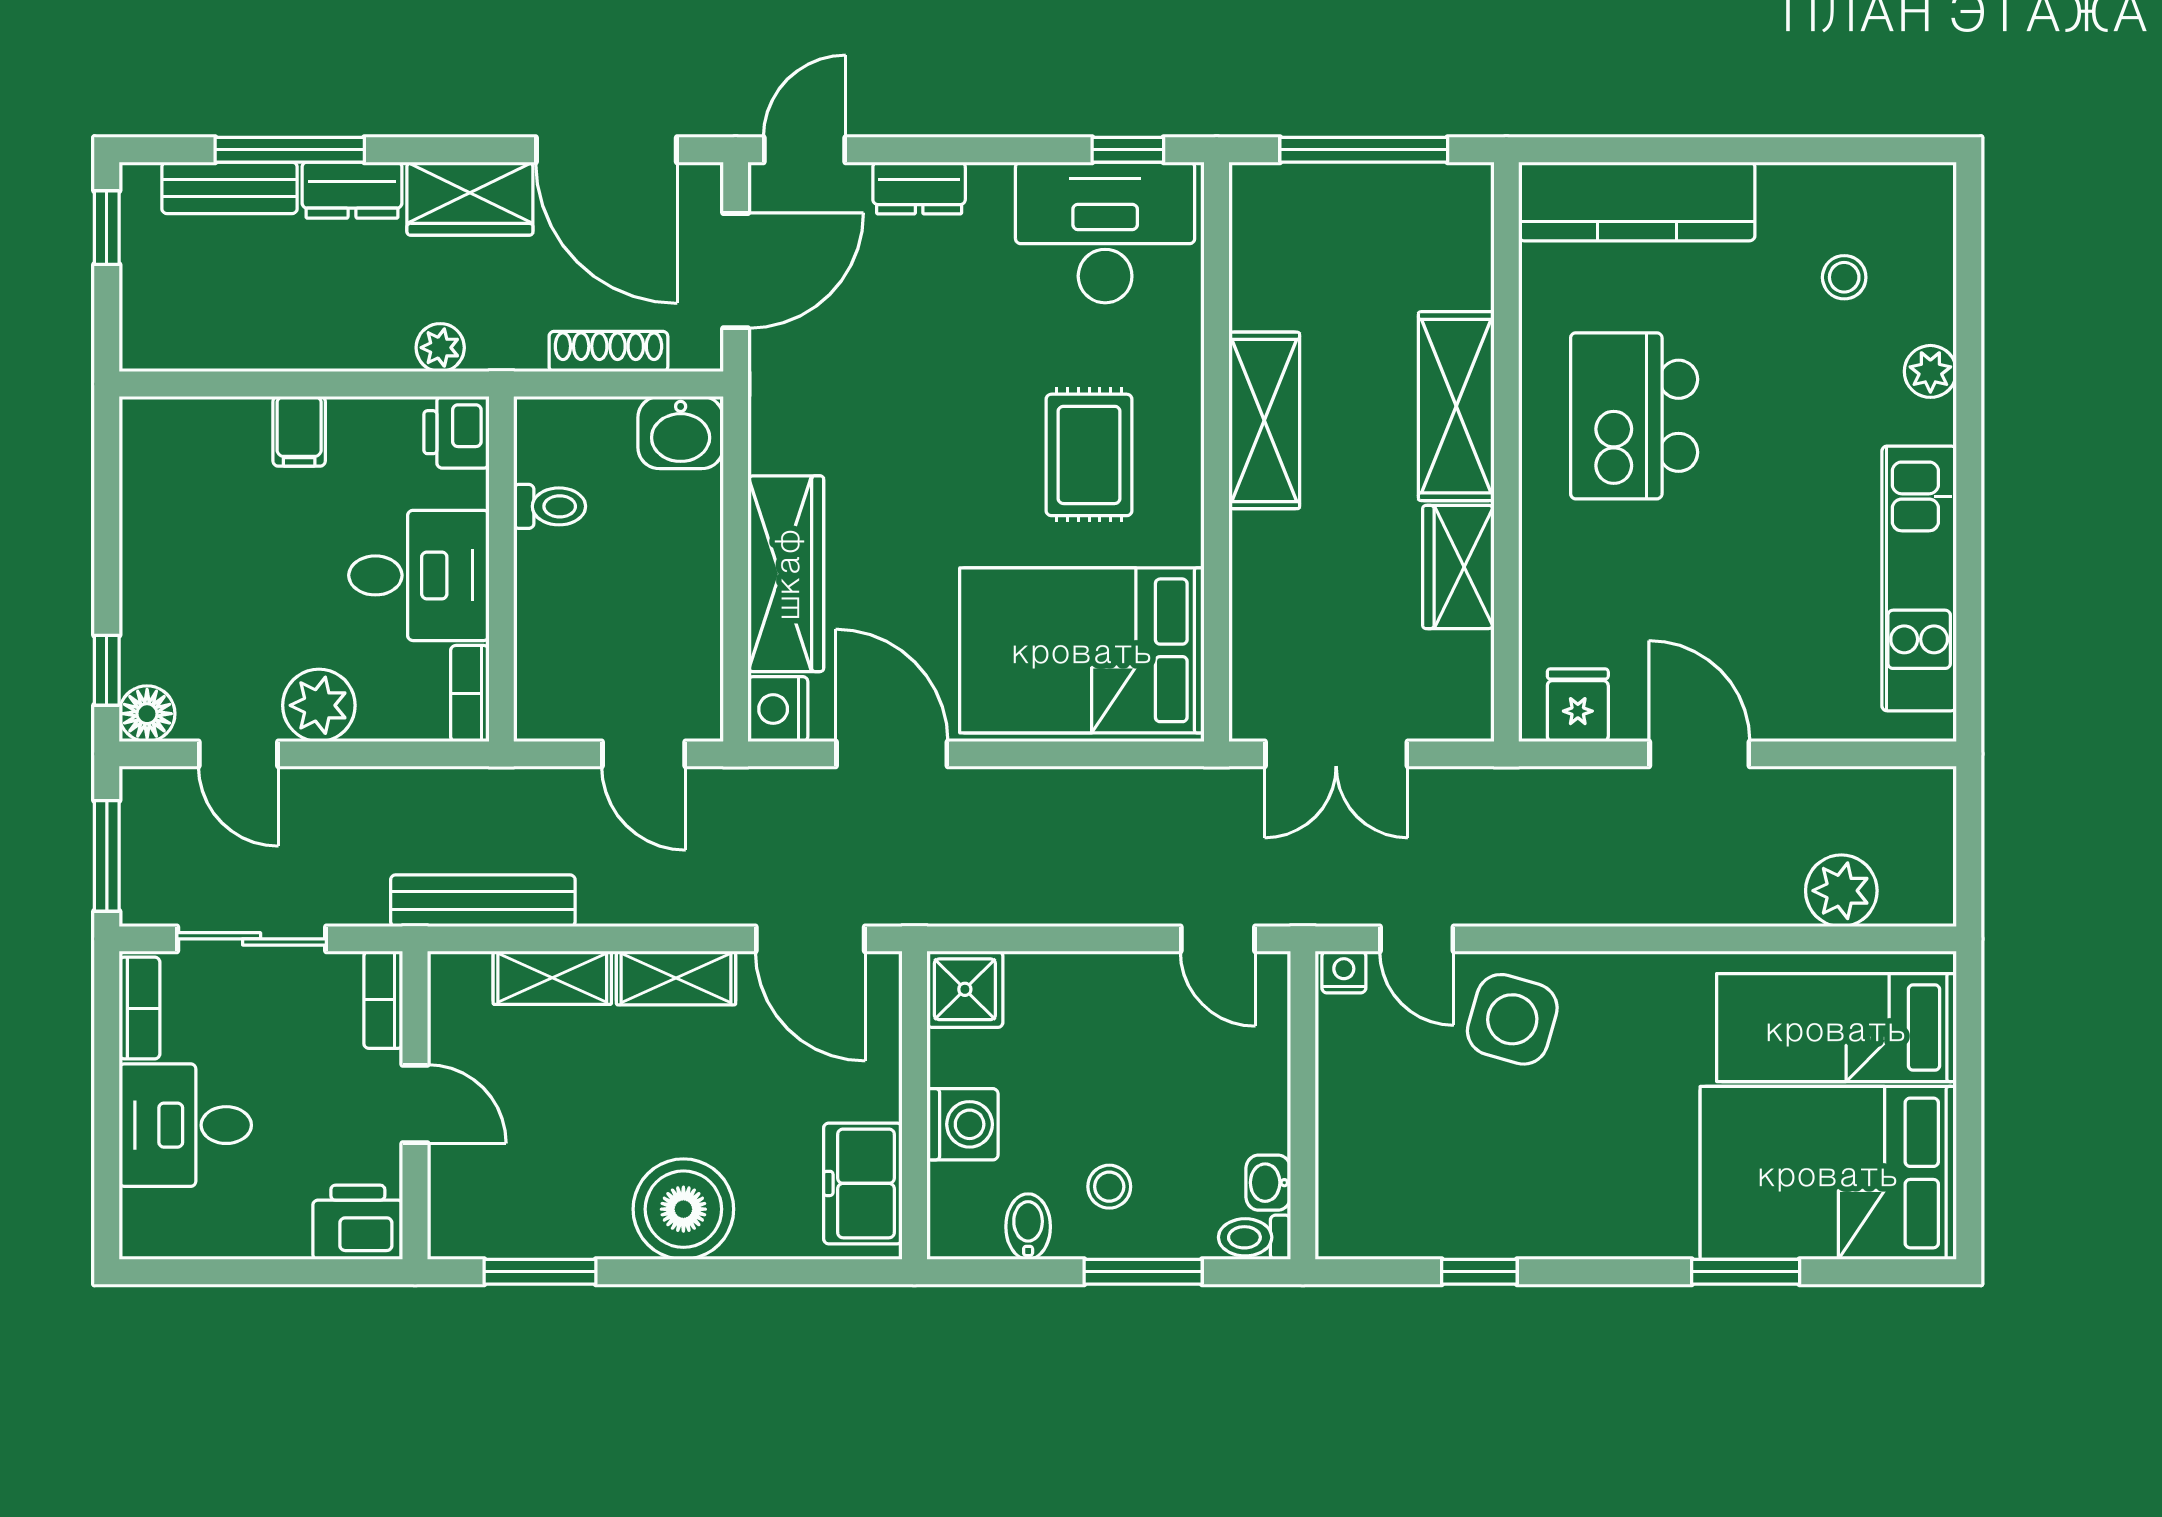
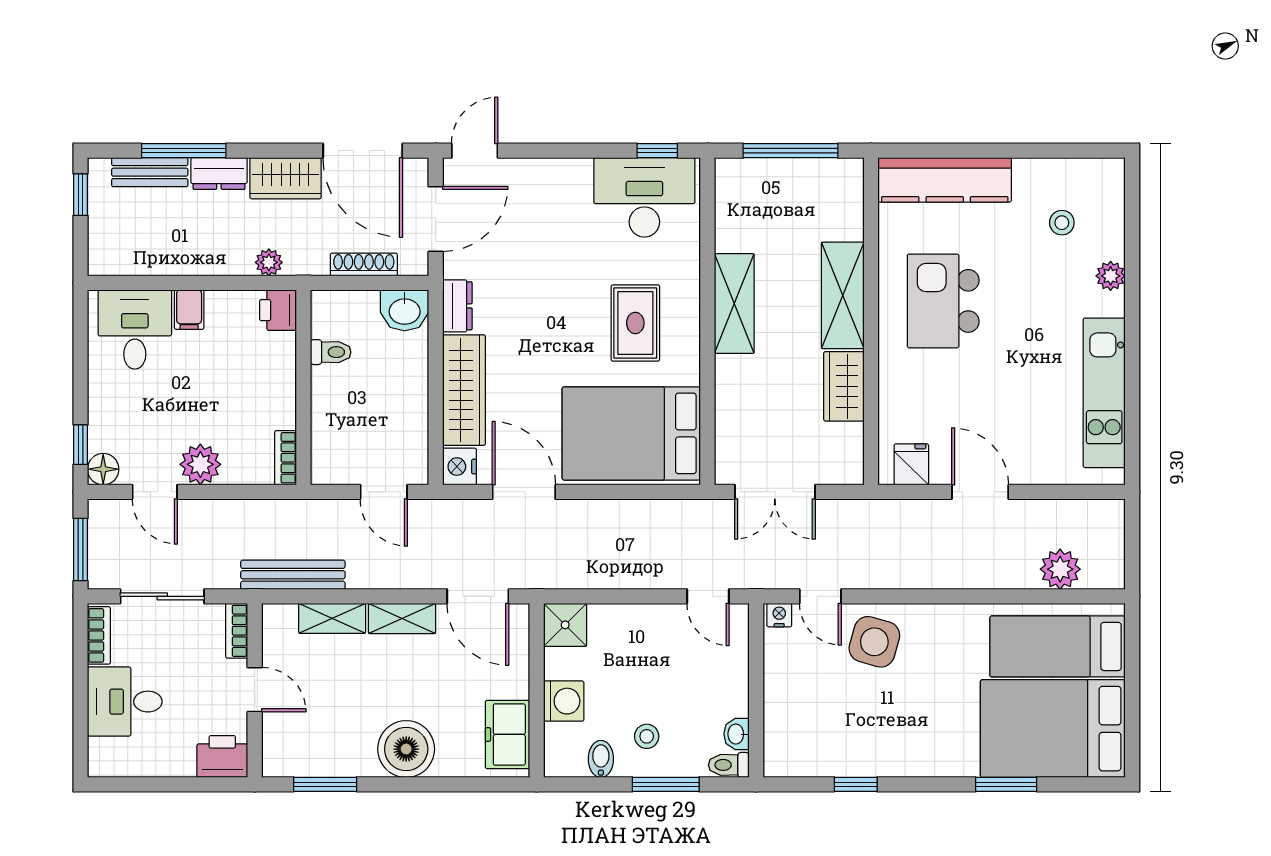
dresser: (919, 188) -> (457, 306), moved, turned -90
desk: (419, 575) -> (135, 330), moved, turned -90

